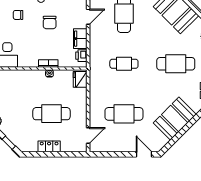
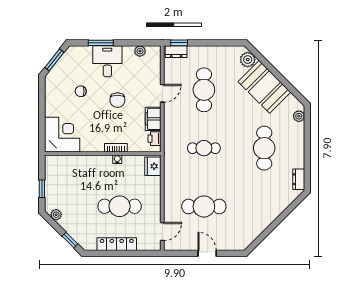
cafe table: (176, 64) -> (264, 148), turned 90
booth: (175, 119) -> (263, 212), removed
locker: (49, 146) -> (117, 244), width x1.53
door: (144, 154) -> (207, 253), moved

